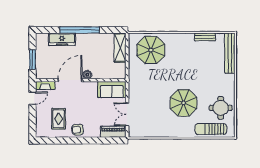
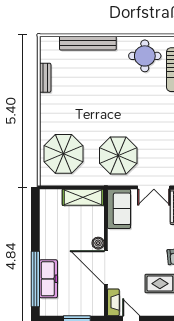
window: (80, 30) -> (35, 279), moved
shelving: (120, 48) -> (83, 197), moved
bench: (230, 53) -> (88, 43), moved
parasol: (184, 103) -> (118, 156), moved

